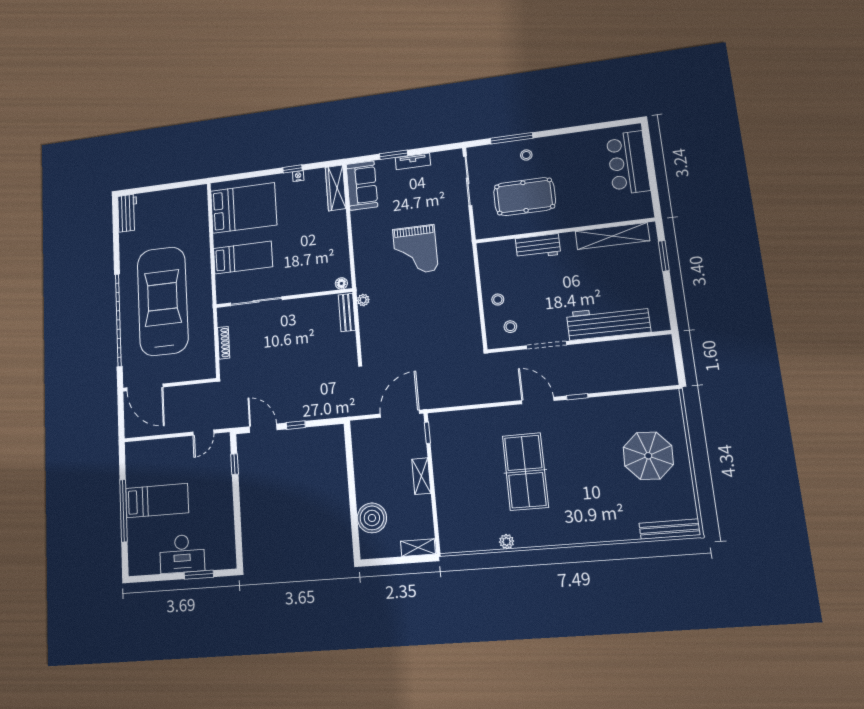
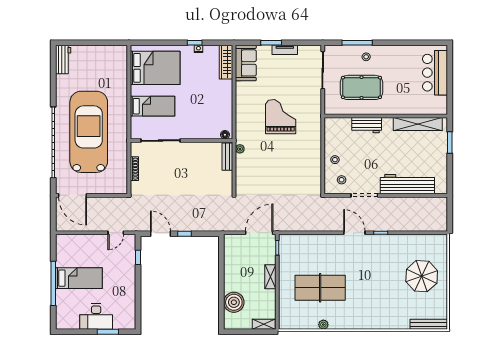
grand piano: (415, 250) -> (281, 117), turned 180
table tennis table: (525, 471) -> (320, 288), moved, turned 90

